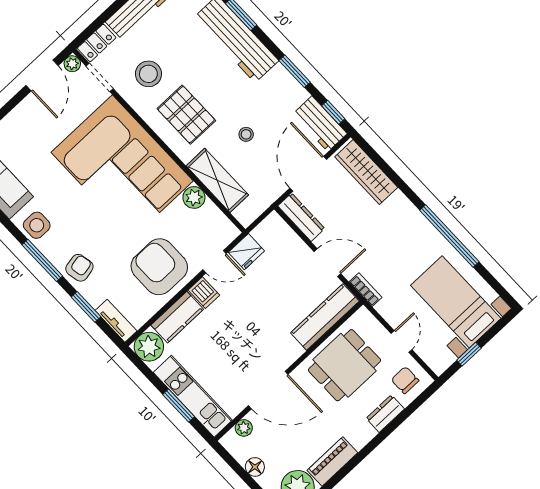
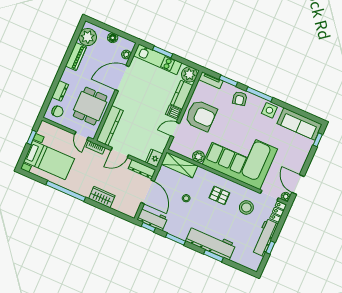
pallet: (186, 115) -> (219, 195), width x0.67, depth x0.71
wardrobe: (366, 172) -> (102, 197), moved, width x0.67
shelving: (217, 180) -> (180, 165), moved
fridge: (246, 252) -> (154, 158), moved
door: (402, 342) -> (81, 136), moved

